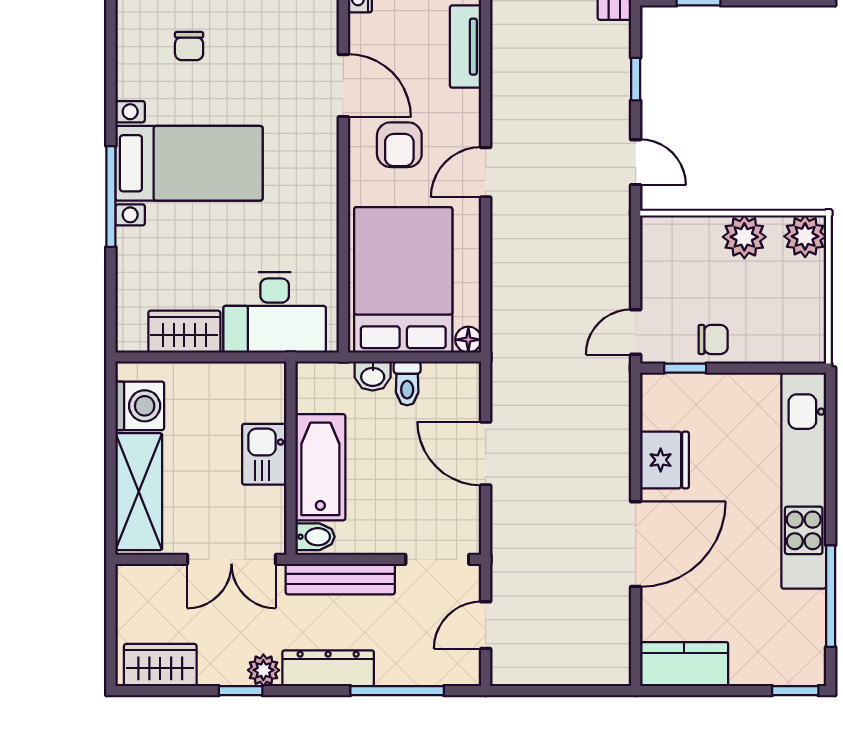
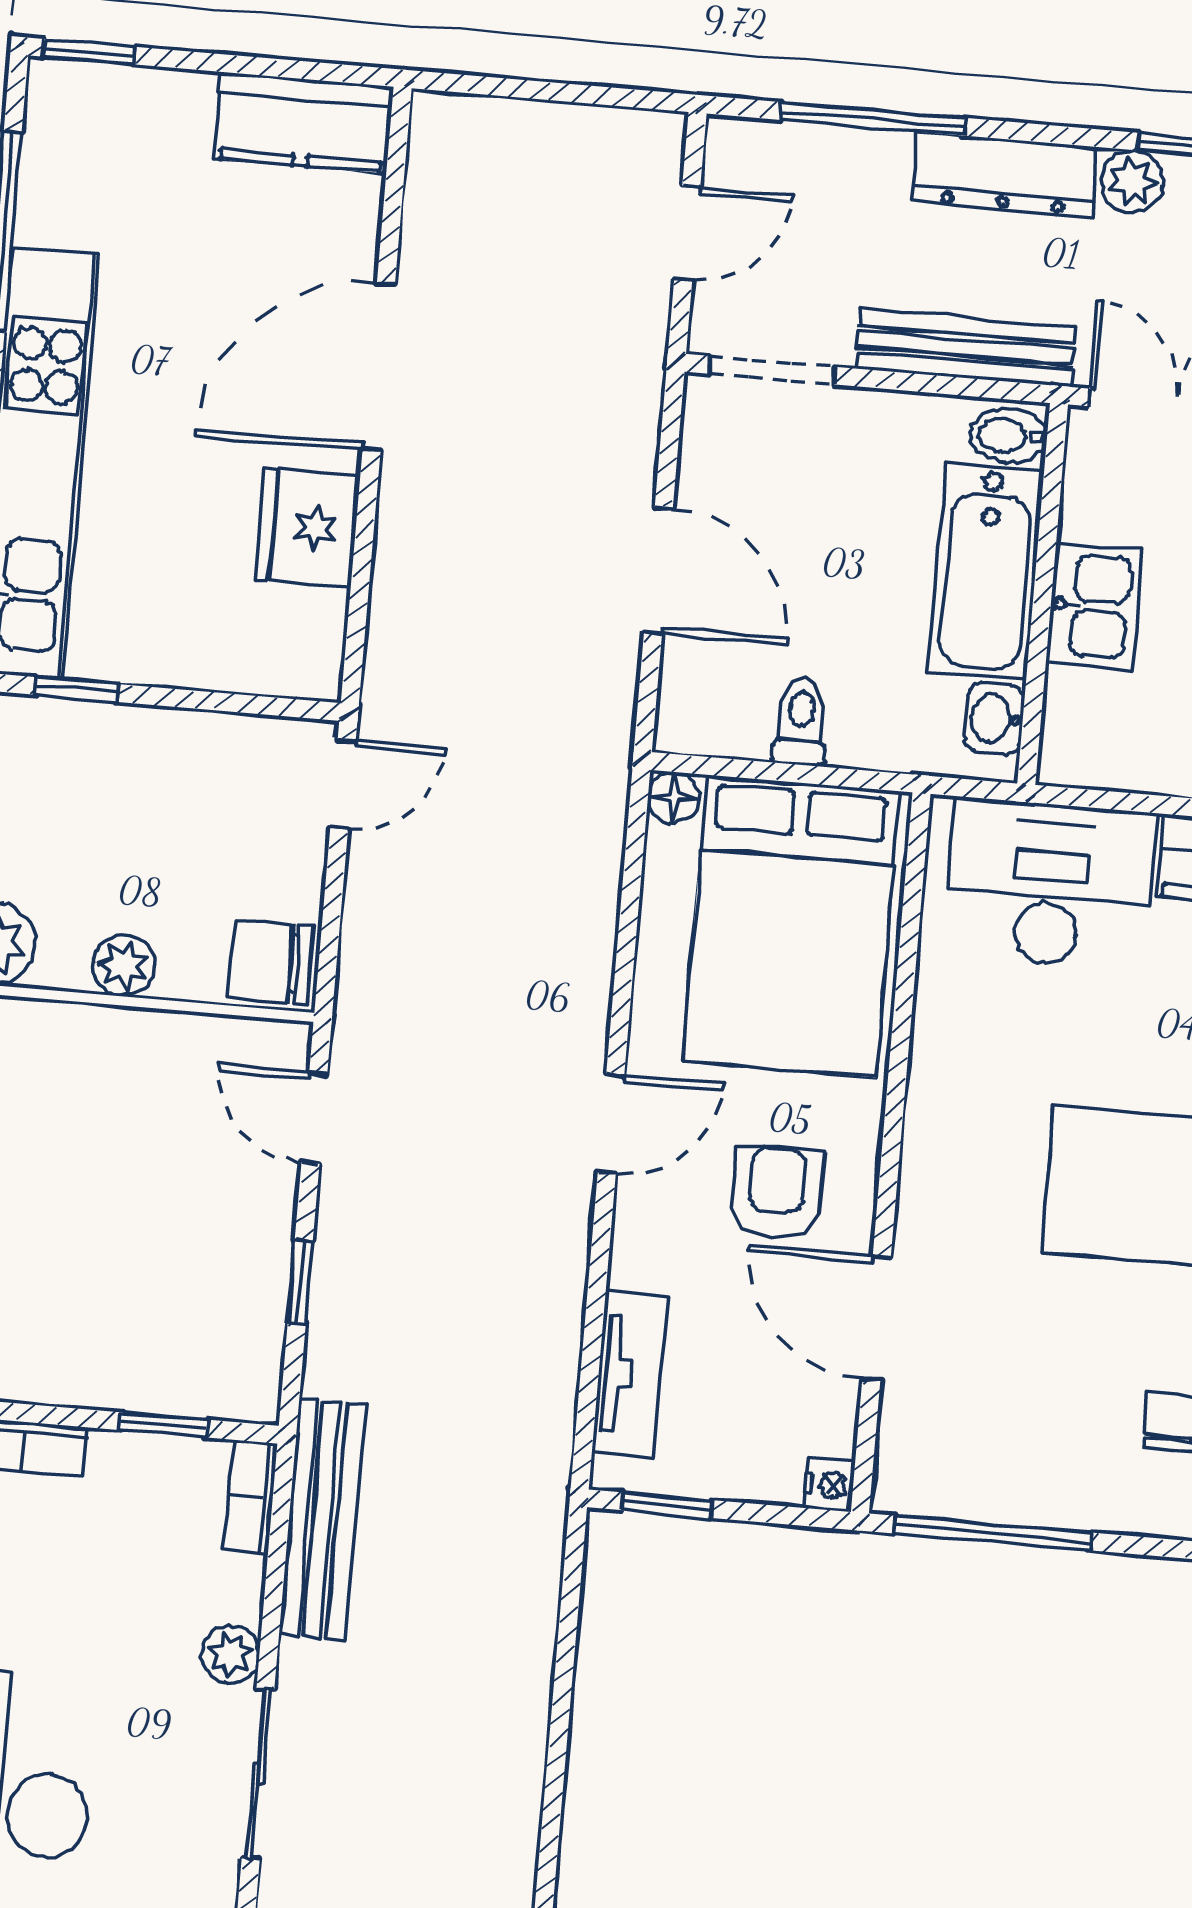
plant: (744, 237) -> (124, 965), width x0.73, depth x0.73
chair: (713, 339) -> (271, 962), moved, width x1.37, depth x1.37
window: (685, 368) -> (76, 689), moved
washbasin: (373, 376) -> (994, 719), moved, turned -90

